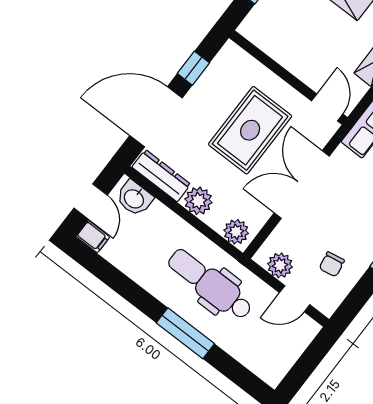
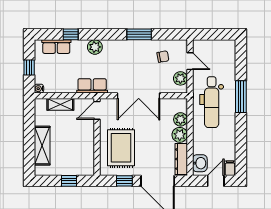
rug: (250, 130) -> (121, 148), moved, turned 90
plant: (236, 232) -> (180, 119), moved

